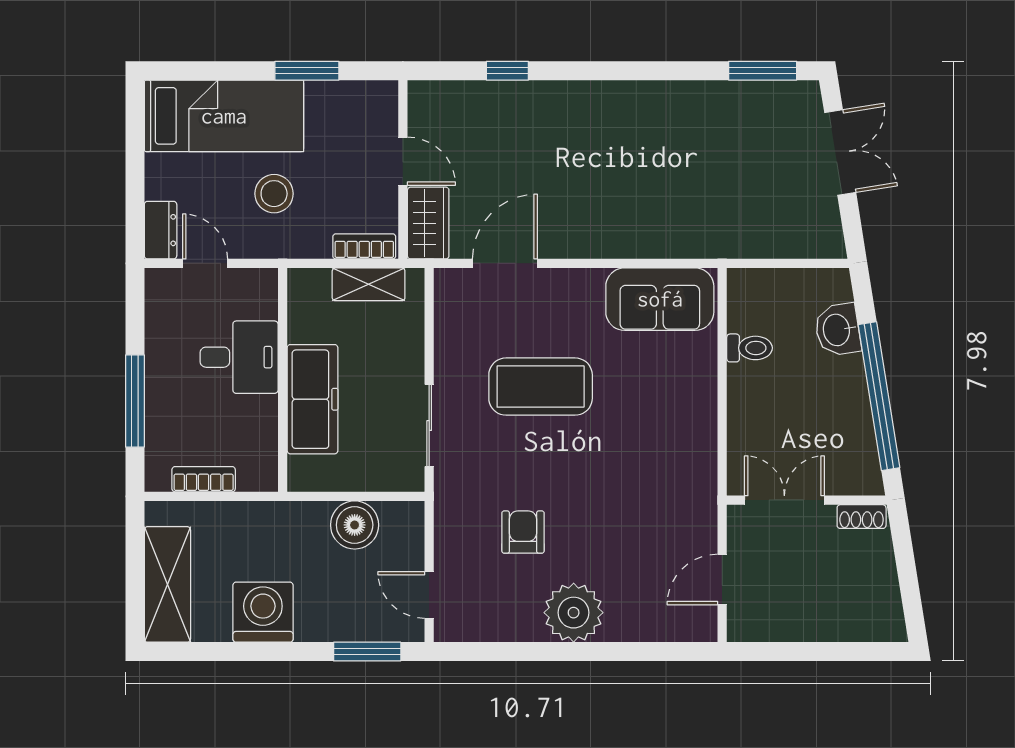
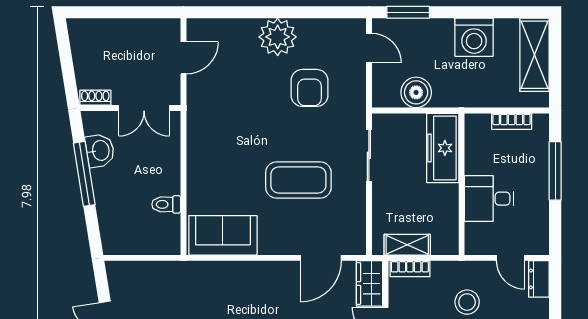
washbasin: (838, 330) -> (100, 151), moved
window: (879, 396) -> (84, 174), width x0.68
freezer: (312, 399) -> (443, 148), moved
armchair: (523, 532) -> (310, 88), width x1.38, depth x1.38

